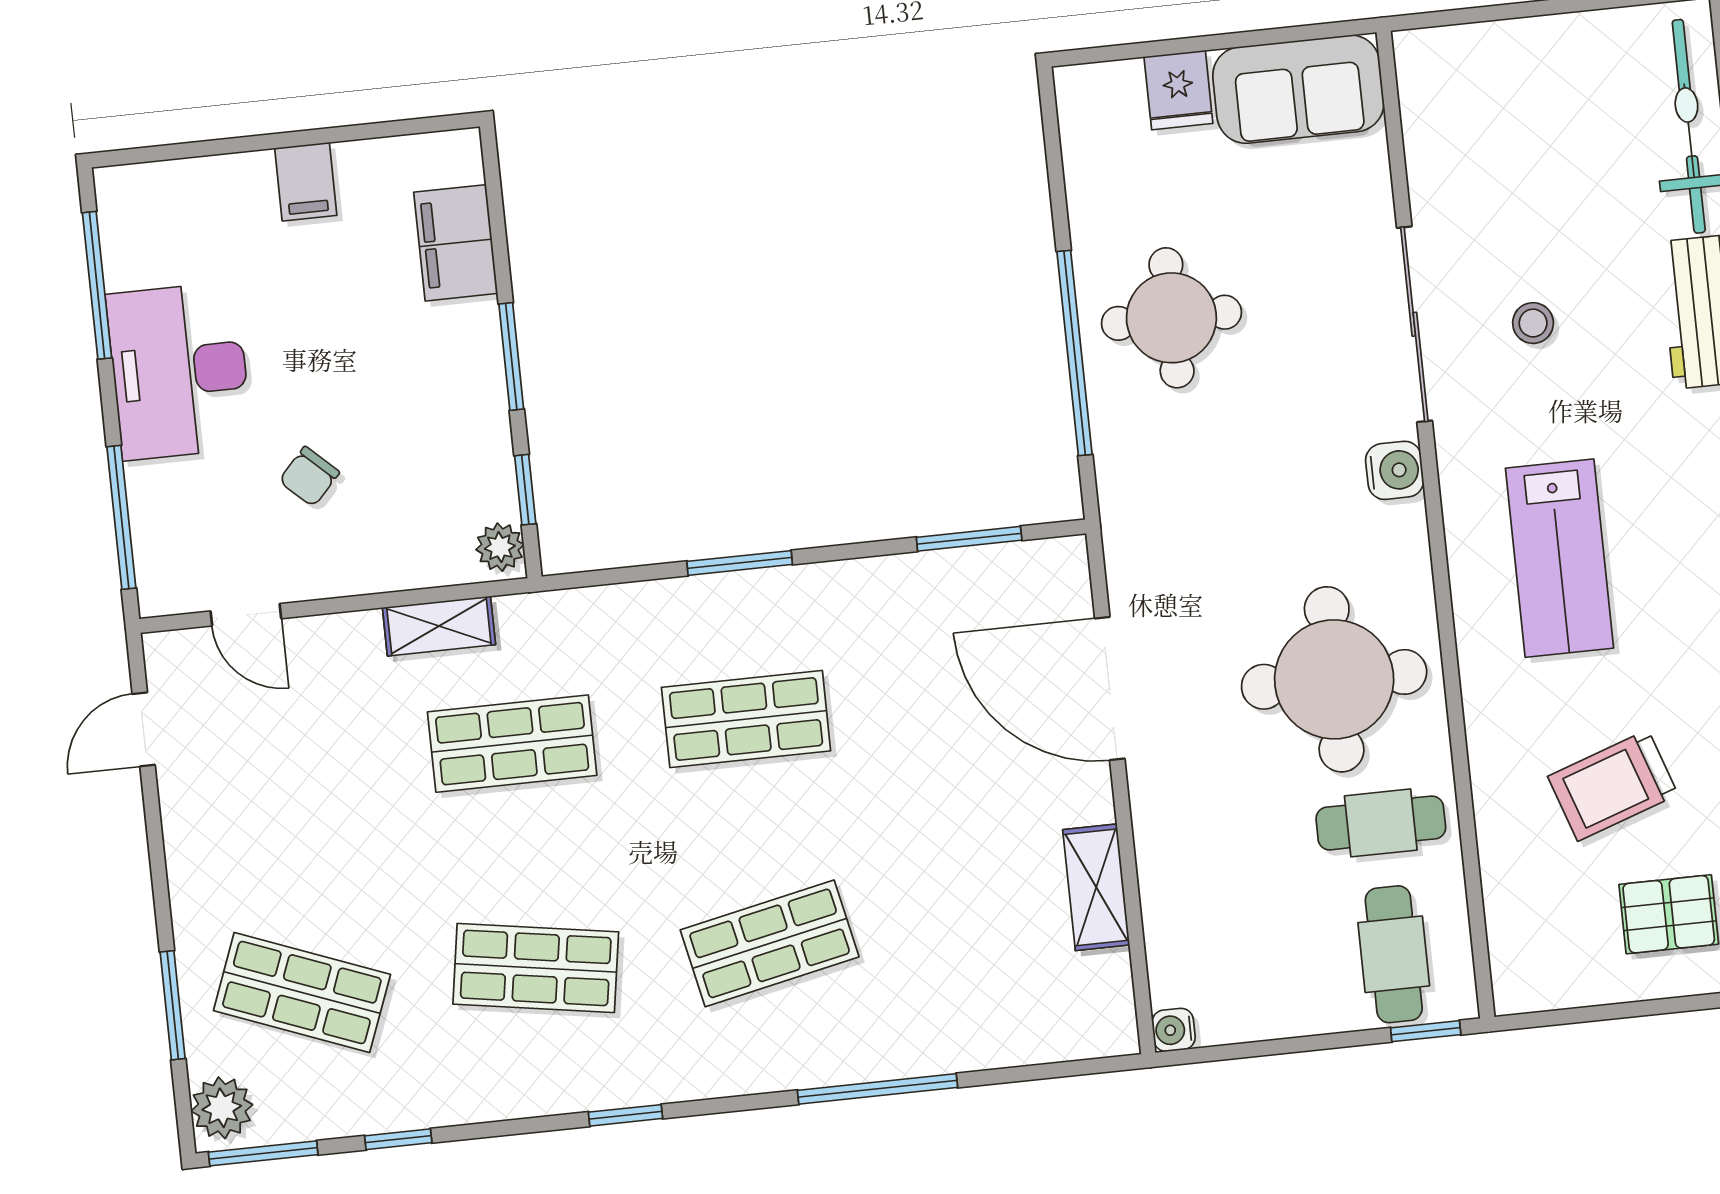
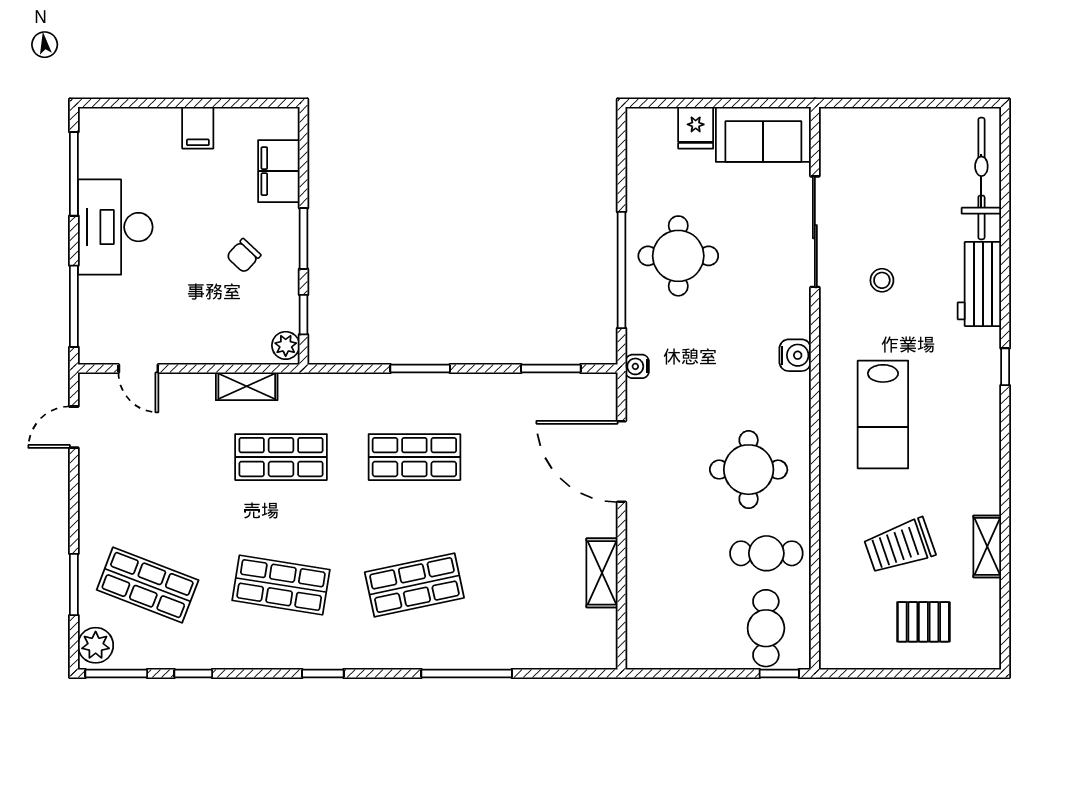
sliding door: (1414, 324) -> (815, 232), moved
chair: (309, 477) -> (244, 256), moved
round table: (1334, 679) -> (749, 470), width x0.73, depth x0.73
water cooler: (1174, 1030) -> (637, 366), moved

